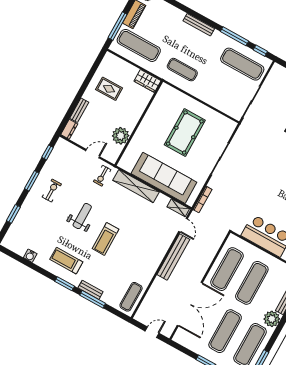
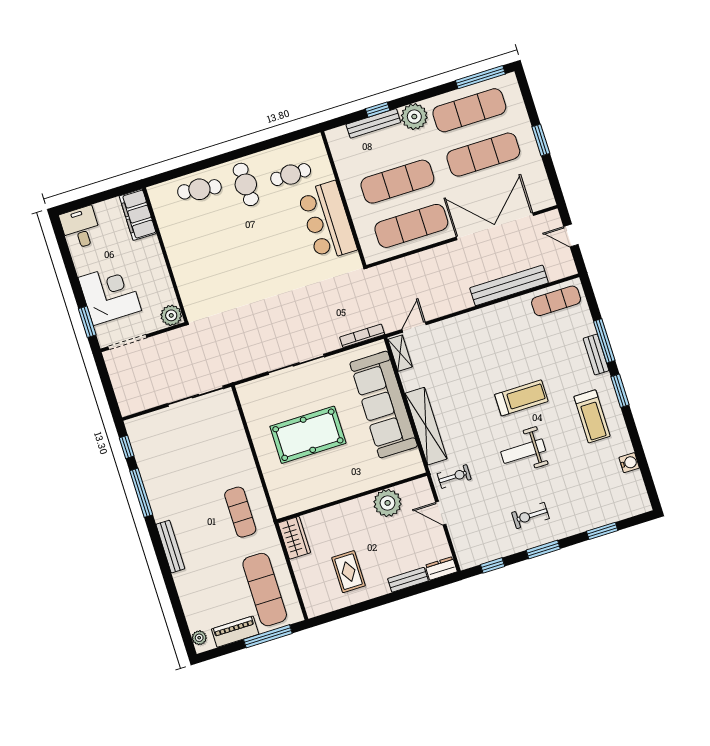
exercise mat: (242, 64) -> (163, 451), removed
bench: (173, 257) -> (509, 285), moved

